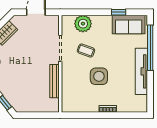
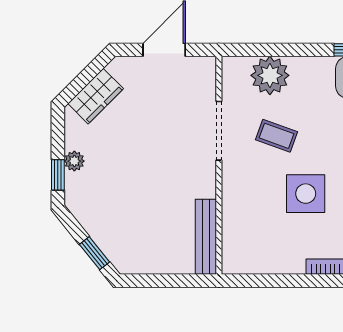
bench: (54, 81) -> (206, 237), moved

